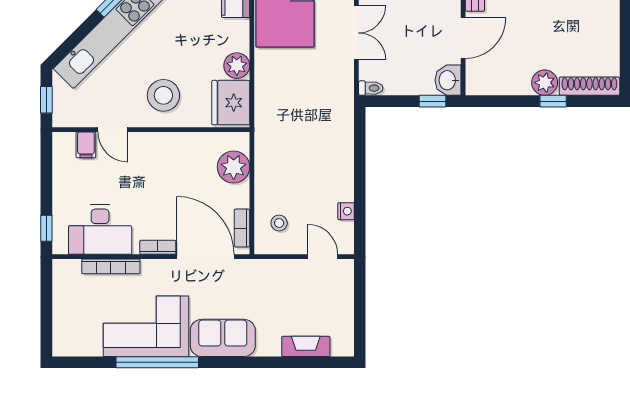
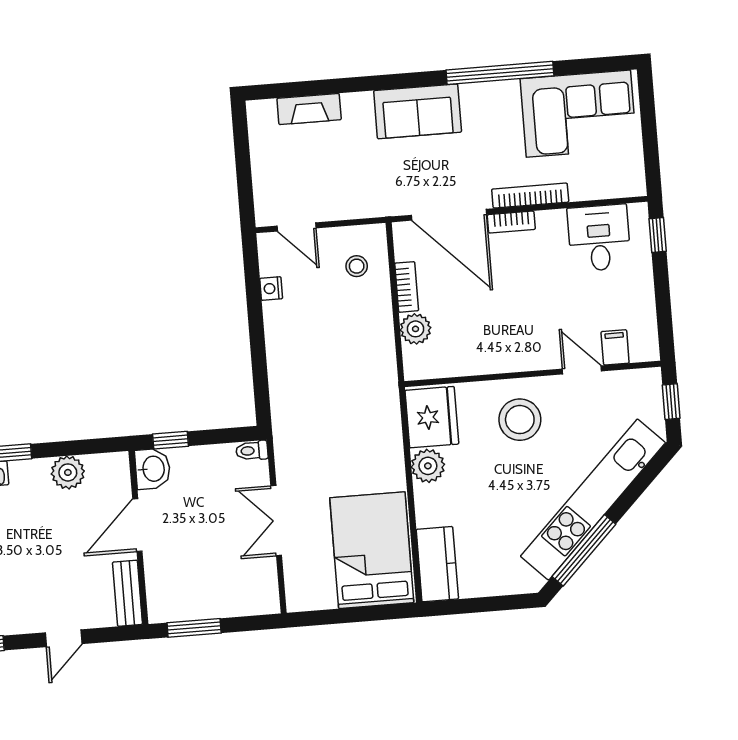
plant: (545, 83) -> (68, 472), moved
plant: (234, 167) -> (415, 329), width x0.73, depth x0.73
bookcase: (242, 228) -> (407, 287), moved
desk: (100, 230) -> (599, 238), width x0.73
bookcase: (111, 266) -> (530, 196), moved
corner sofa: (146, 326) -> (578, 114), moved

